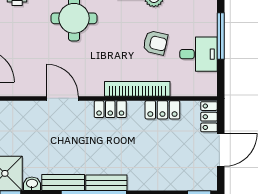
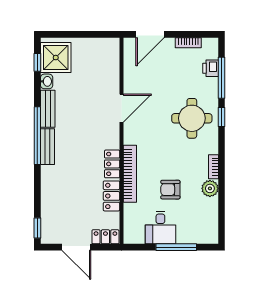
armchair: (155, 43) -> (170, 190), turned 77
locker: (110, 109) -> (112, 164), moved

